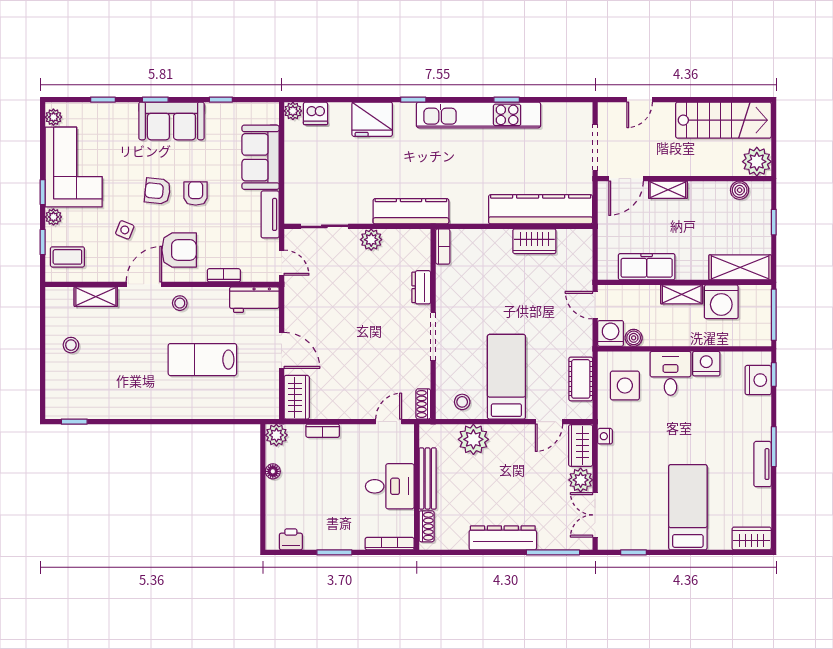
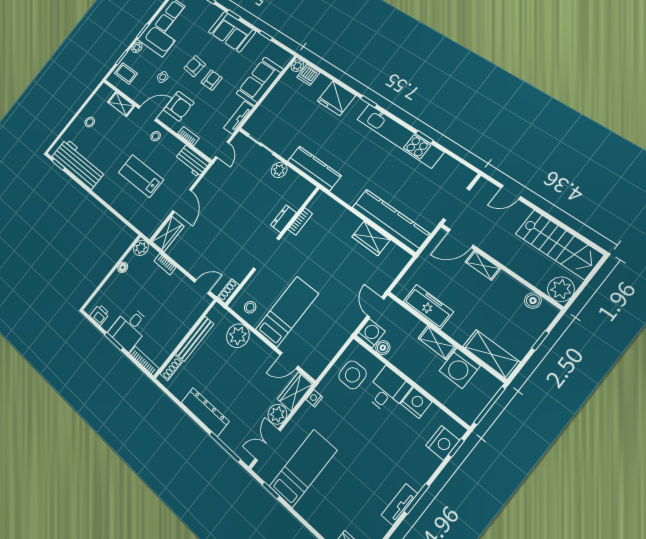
bookcase: (443, 247) -> (300, 222), moved
cot: (581, 379) -> (329, 348), removed
workbench: (103, 402) -> (79, 164), added
desk: (390, 486) -> (129, 328), moved, turned 90
bed: (688, 507) -> (303, 468), moved

